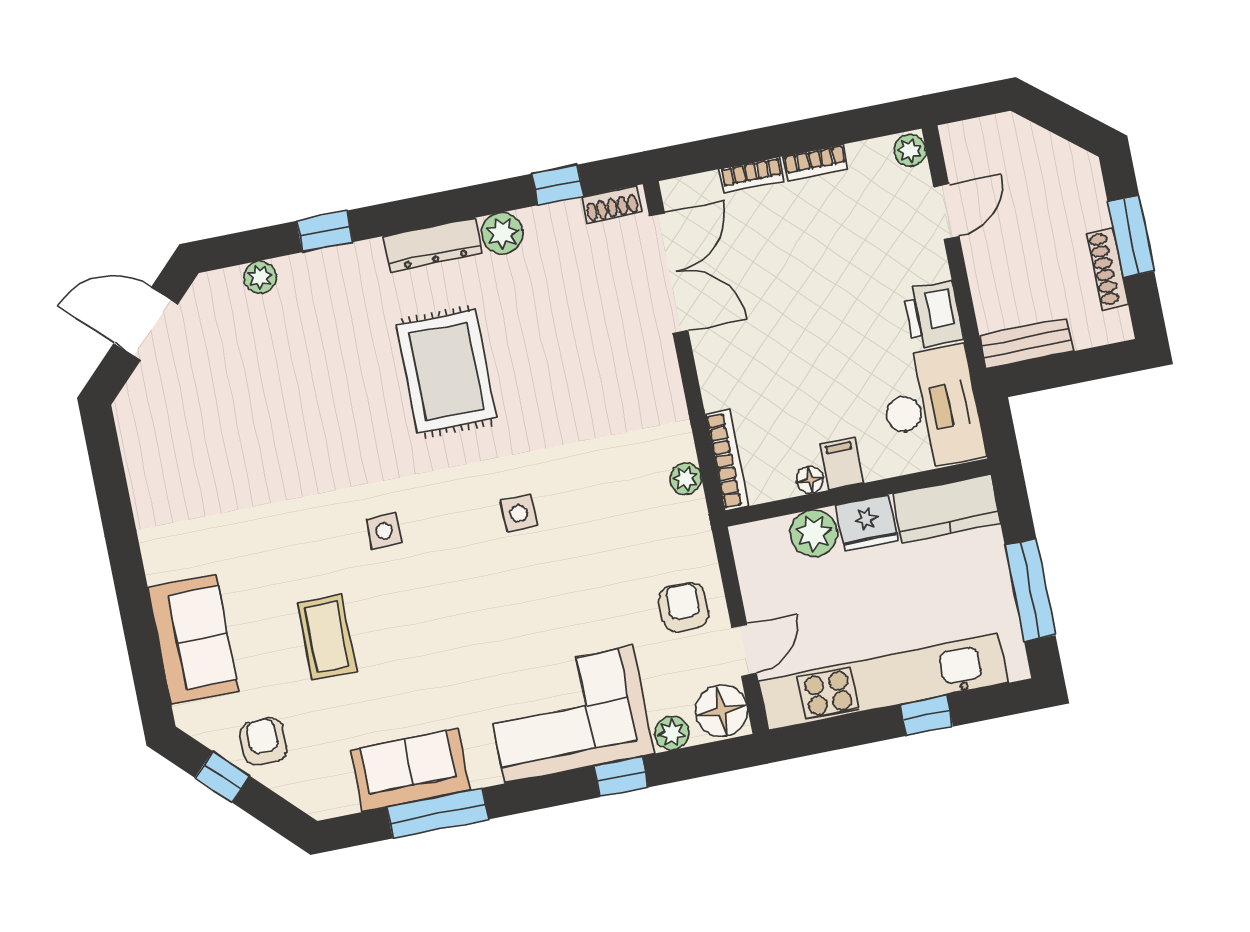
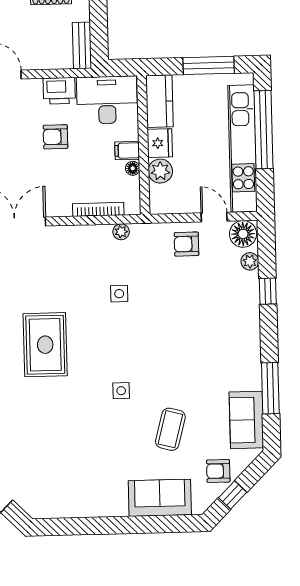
armchair: (845, 323) -> (56, 137), added
rug: (446, 372) -> (45, 345), turned 90
bookcase: (727, 460) -> (98, 209), moved
side table: (519, 513) -> (119, 294), moved
coffee table: (327, 637) -> (170, 429), turned -75
corner sofa: (569, 715) -> (232, 312), removed
window: (926, 716) -> (264, 130), width x3.17
sofa: (410, 770) -> (246, 420), moved

